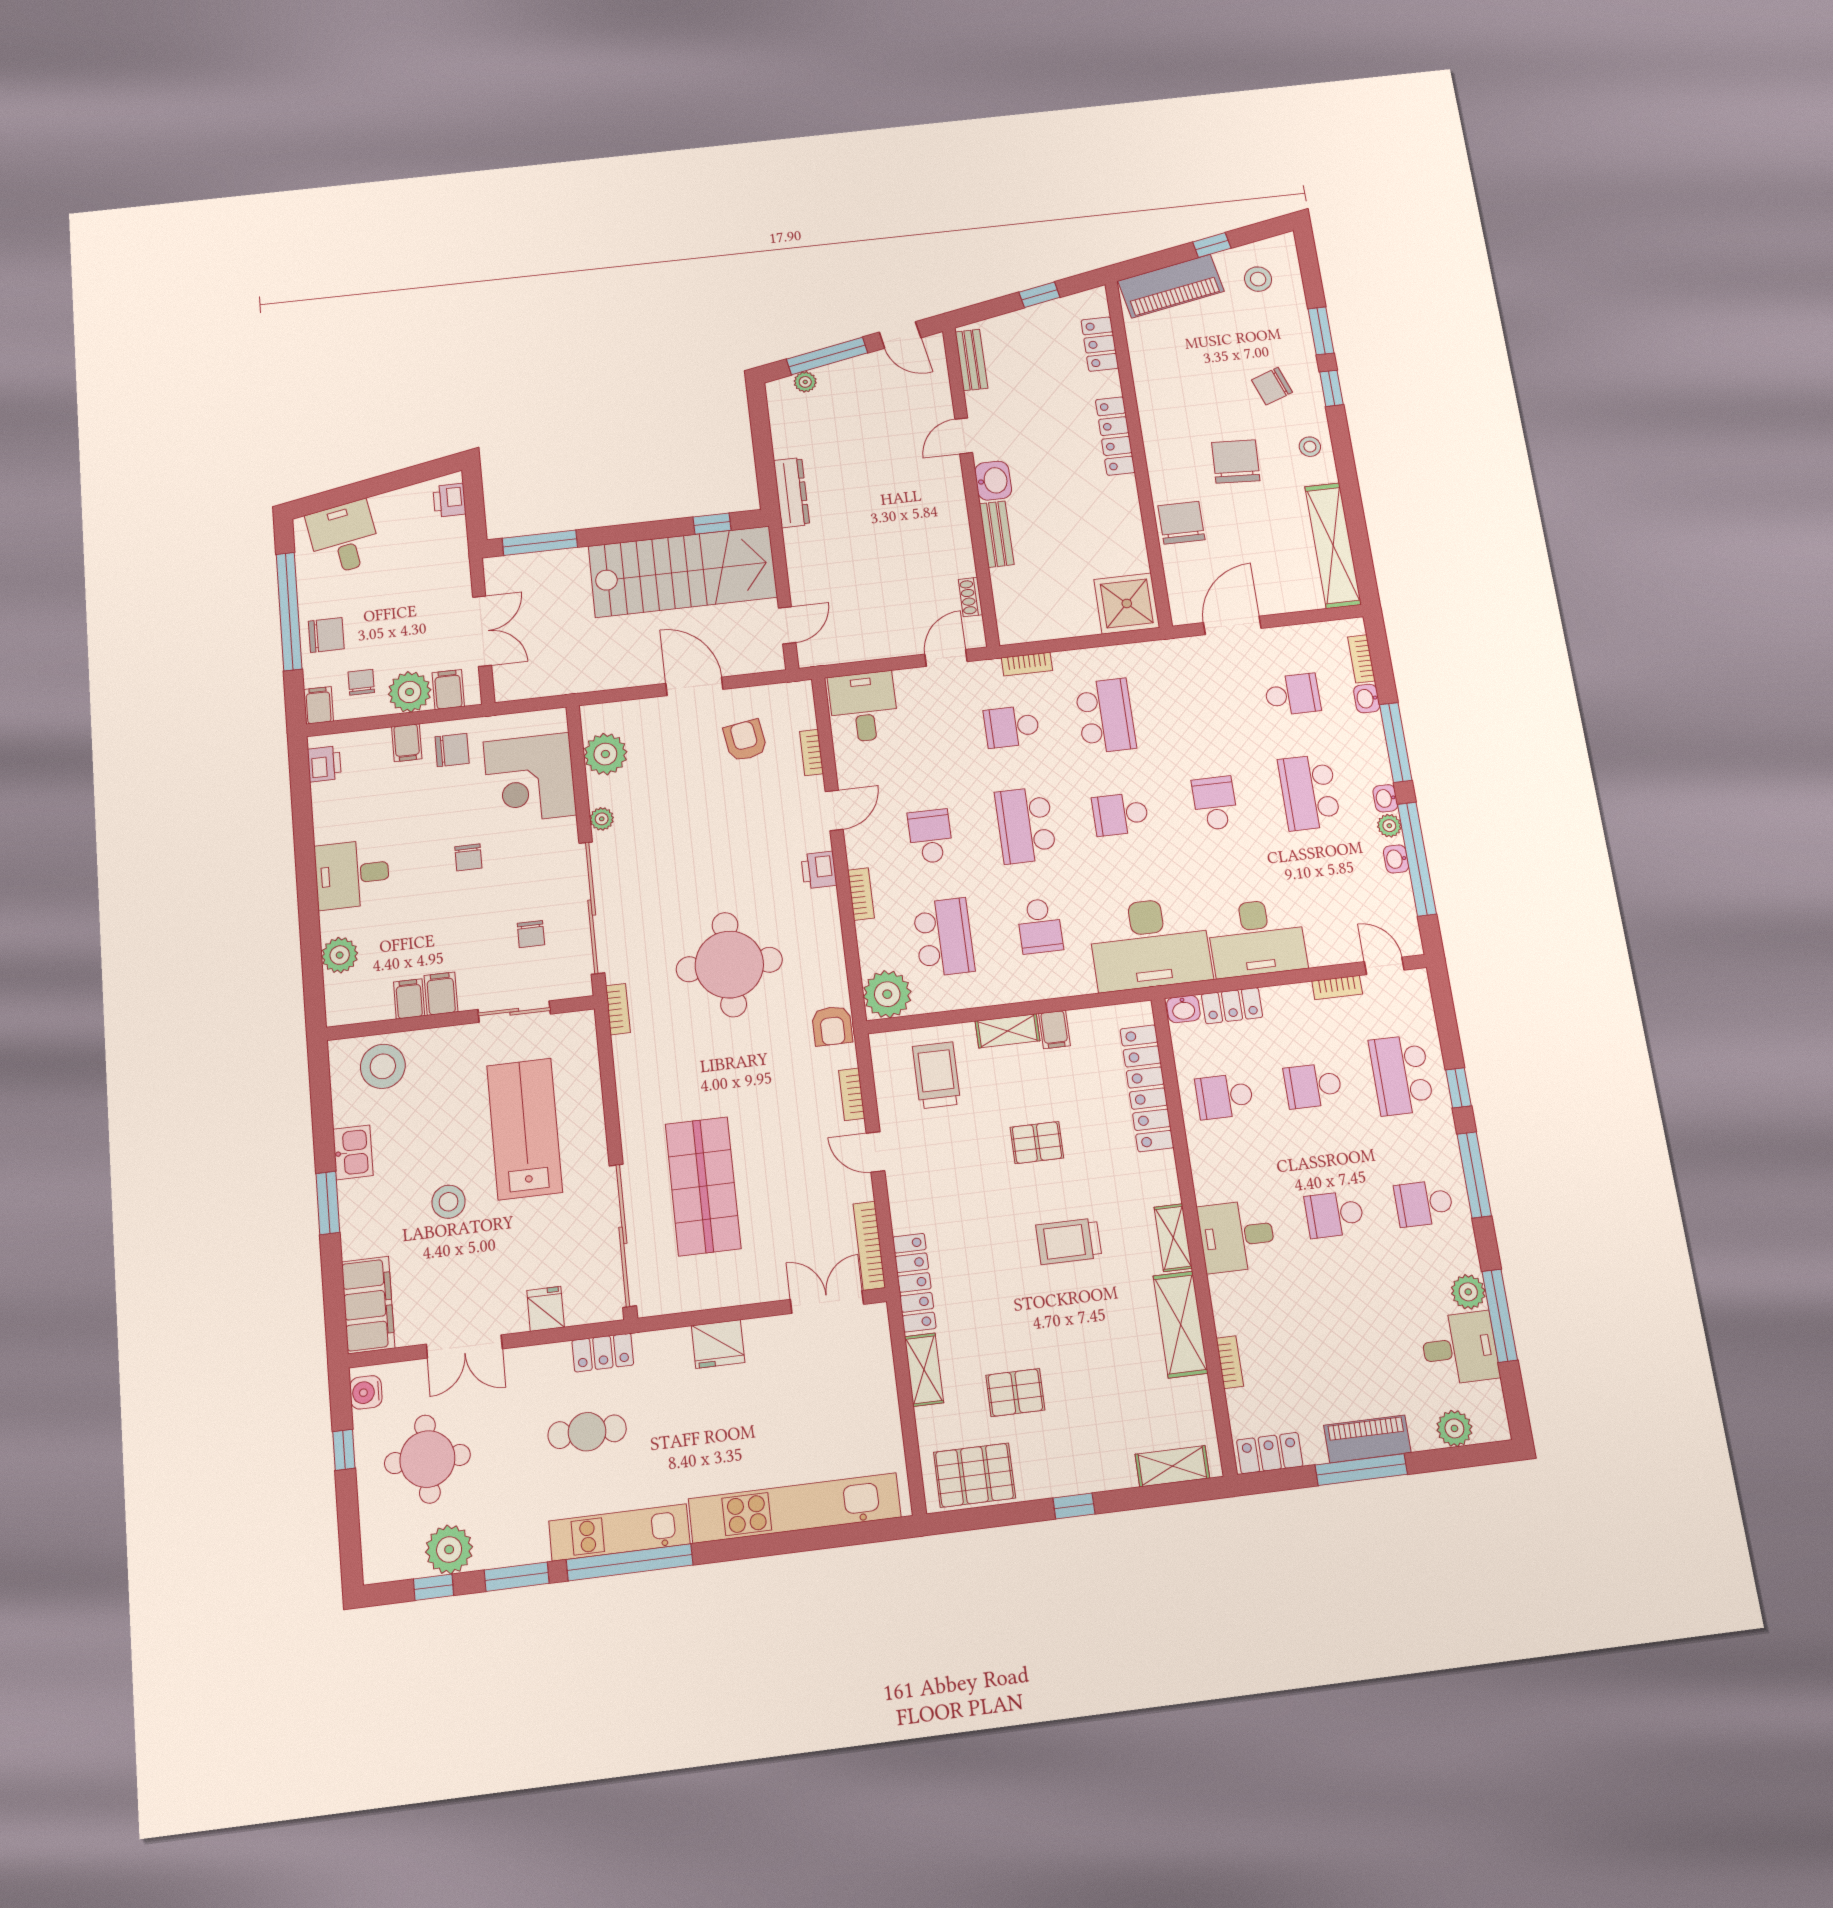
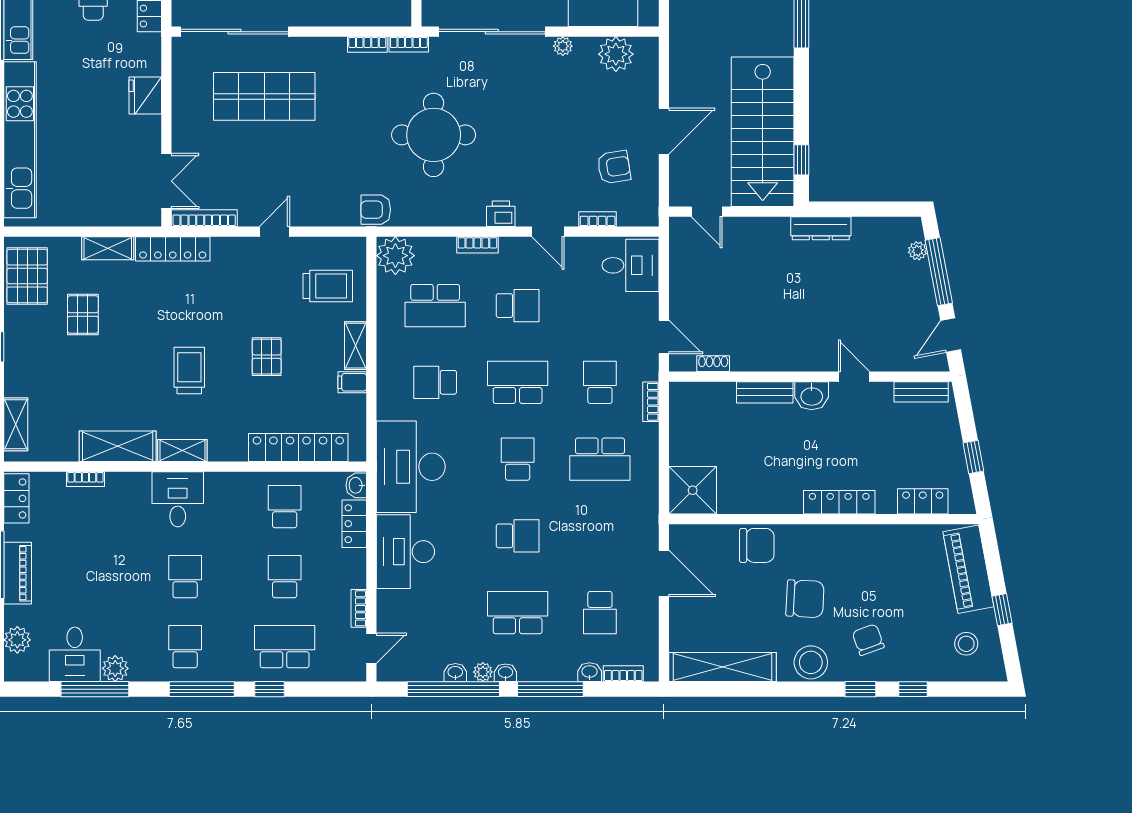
window: (1321, 331) -> (913, 689), width x0.67
stool: (1310, 447) -> (811, 662), width x1.89, depth x1.89
bookcase: (852, 1094) -> (367, 44), moved, turned 180

